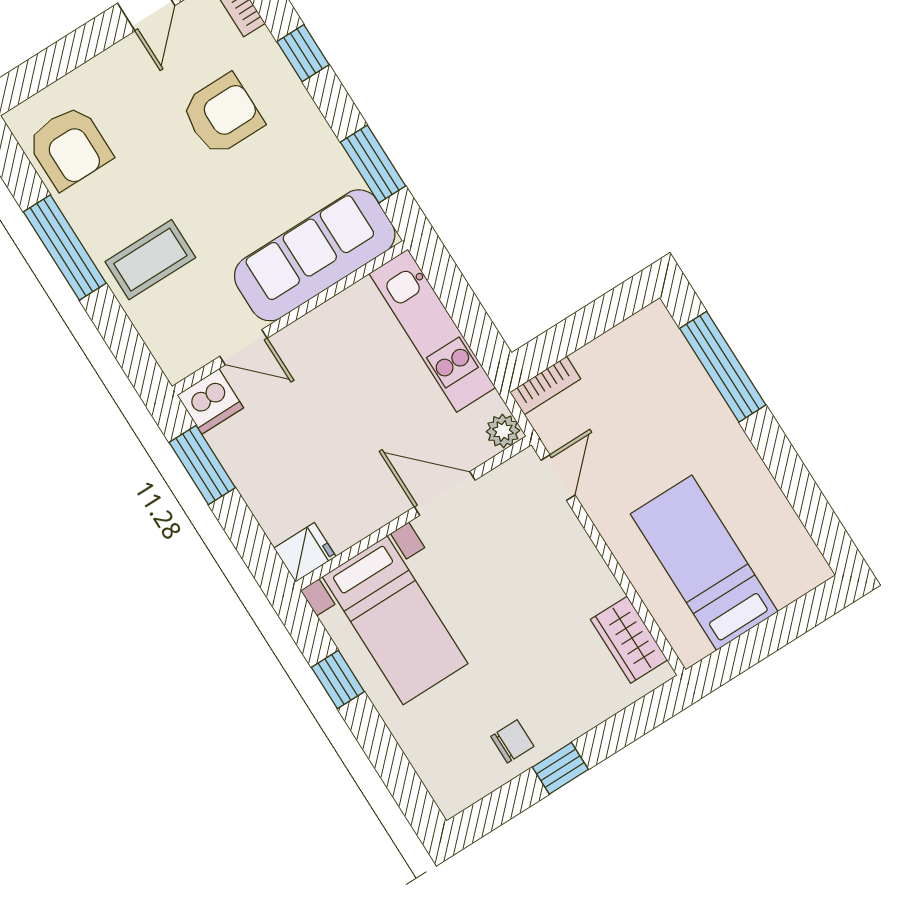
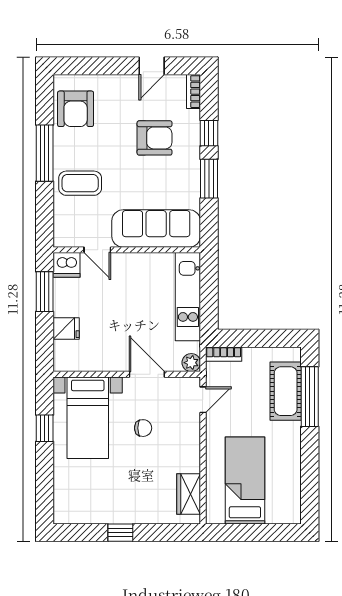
window: (373, 164) -> (209, 179), moved
cot: (679, 382) -> (286, 391), added
fridge: (305, 552) -> (66, 329), moved
chair: (512, 741) -> (143, 428), moved

